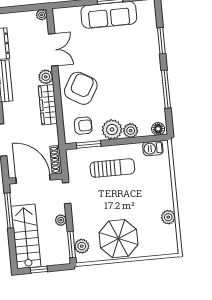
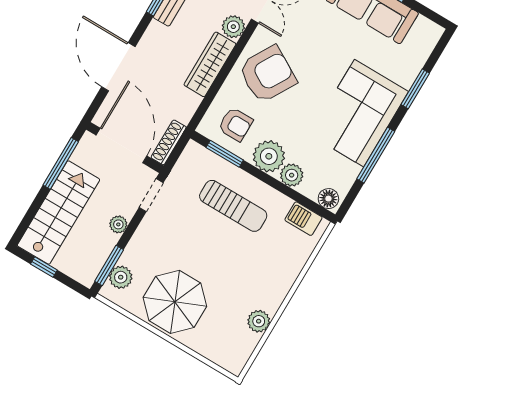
corner sofa: (142, 74) -> (359, 113), added

